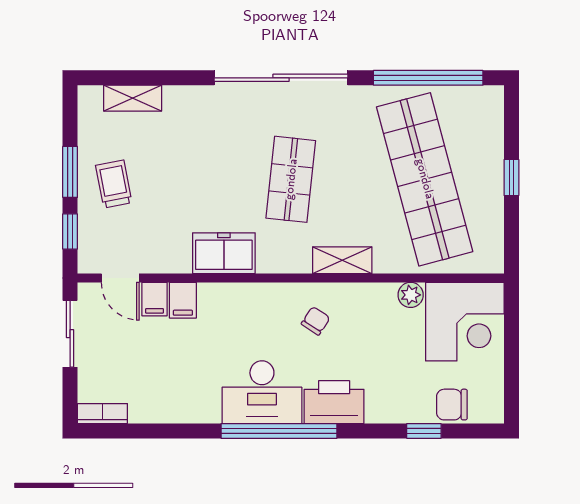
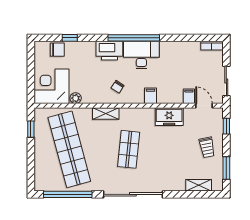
window: (70, 172) -> (226, 168), moved
window: (511, 178) -> (31, 129), moved
freezer: (224, 253) -> (169, 117), moved
filing cabinet: (183, 300) -> (151, 96), moved

